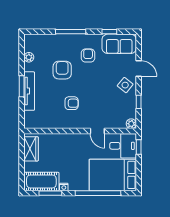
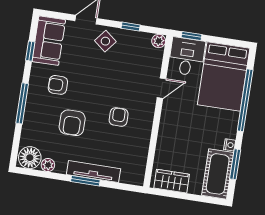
floor lamp: (32, 43) -> (30, 158), added
armchair: (62, 70) -> (72, 123), turned -90

